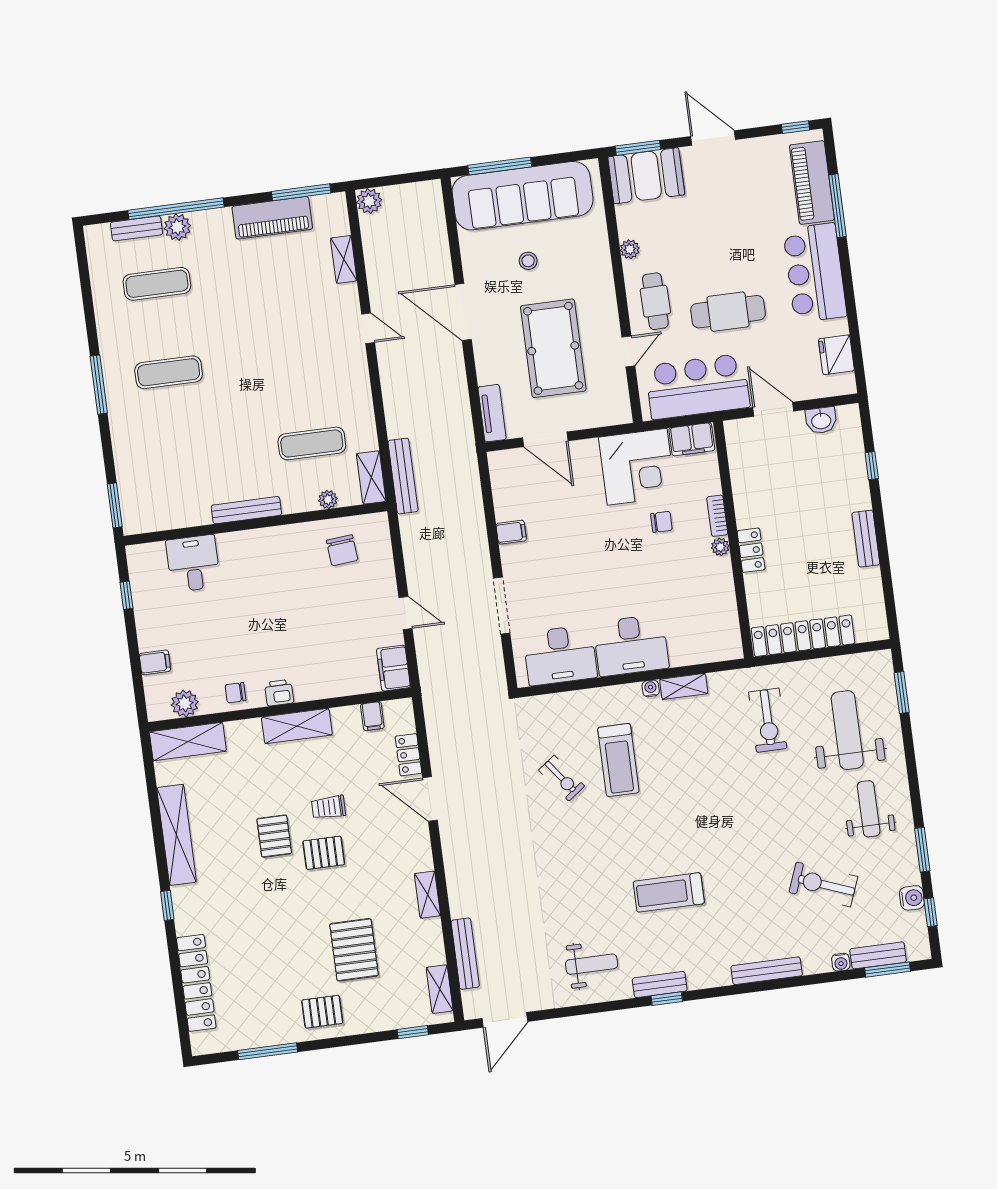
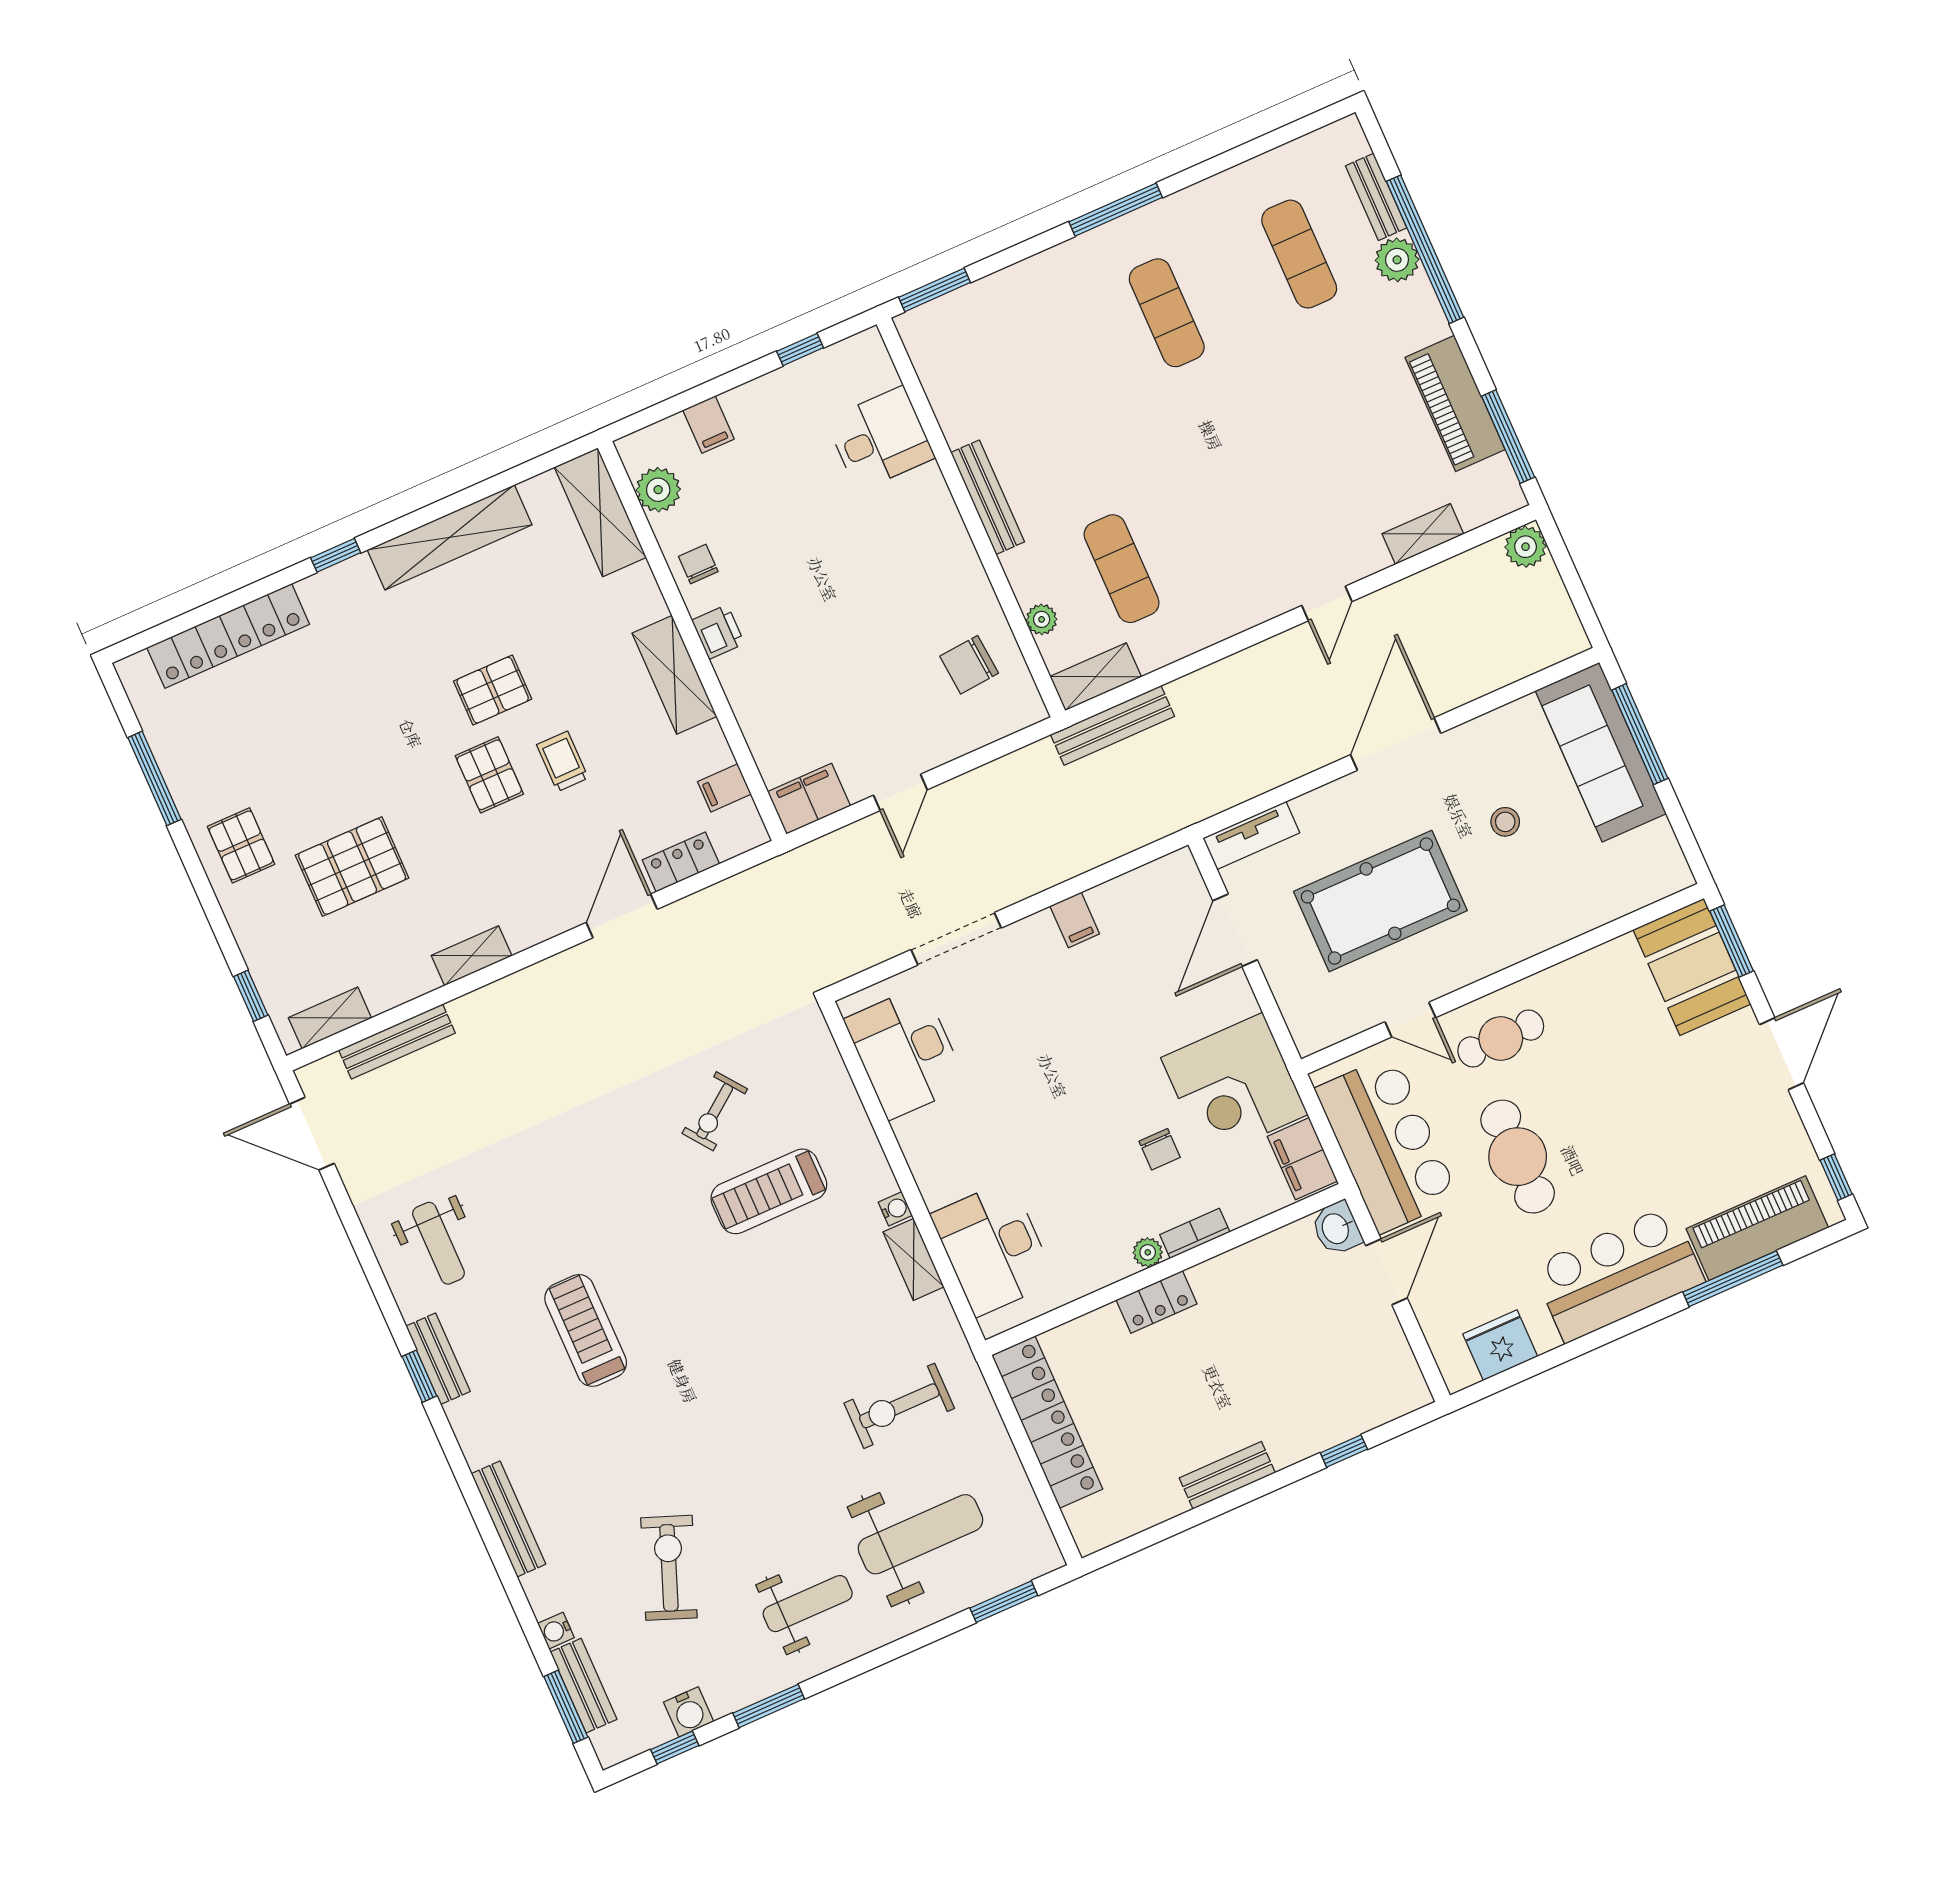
sofa: (523, 196) -> (1601, 752), width x0.74, depth x0.79
plant: (630, 249) -> (1570, 975), removed
washbasin: (821, 420) -> (1336, 1228), moved
desk: (631, 645) -> (993, 1248), moved

